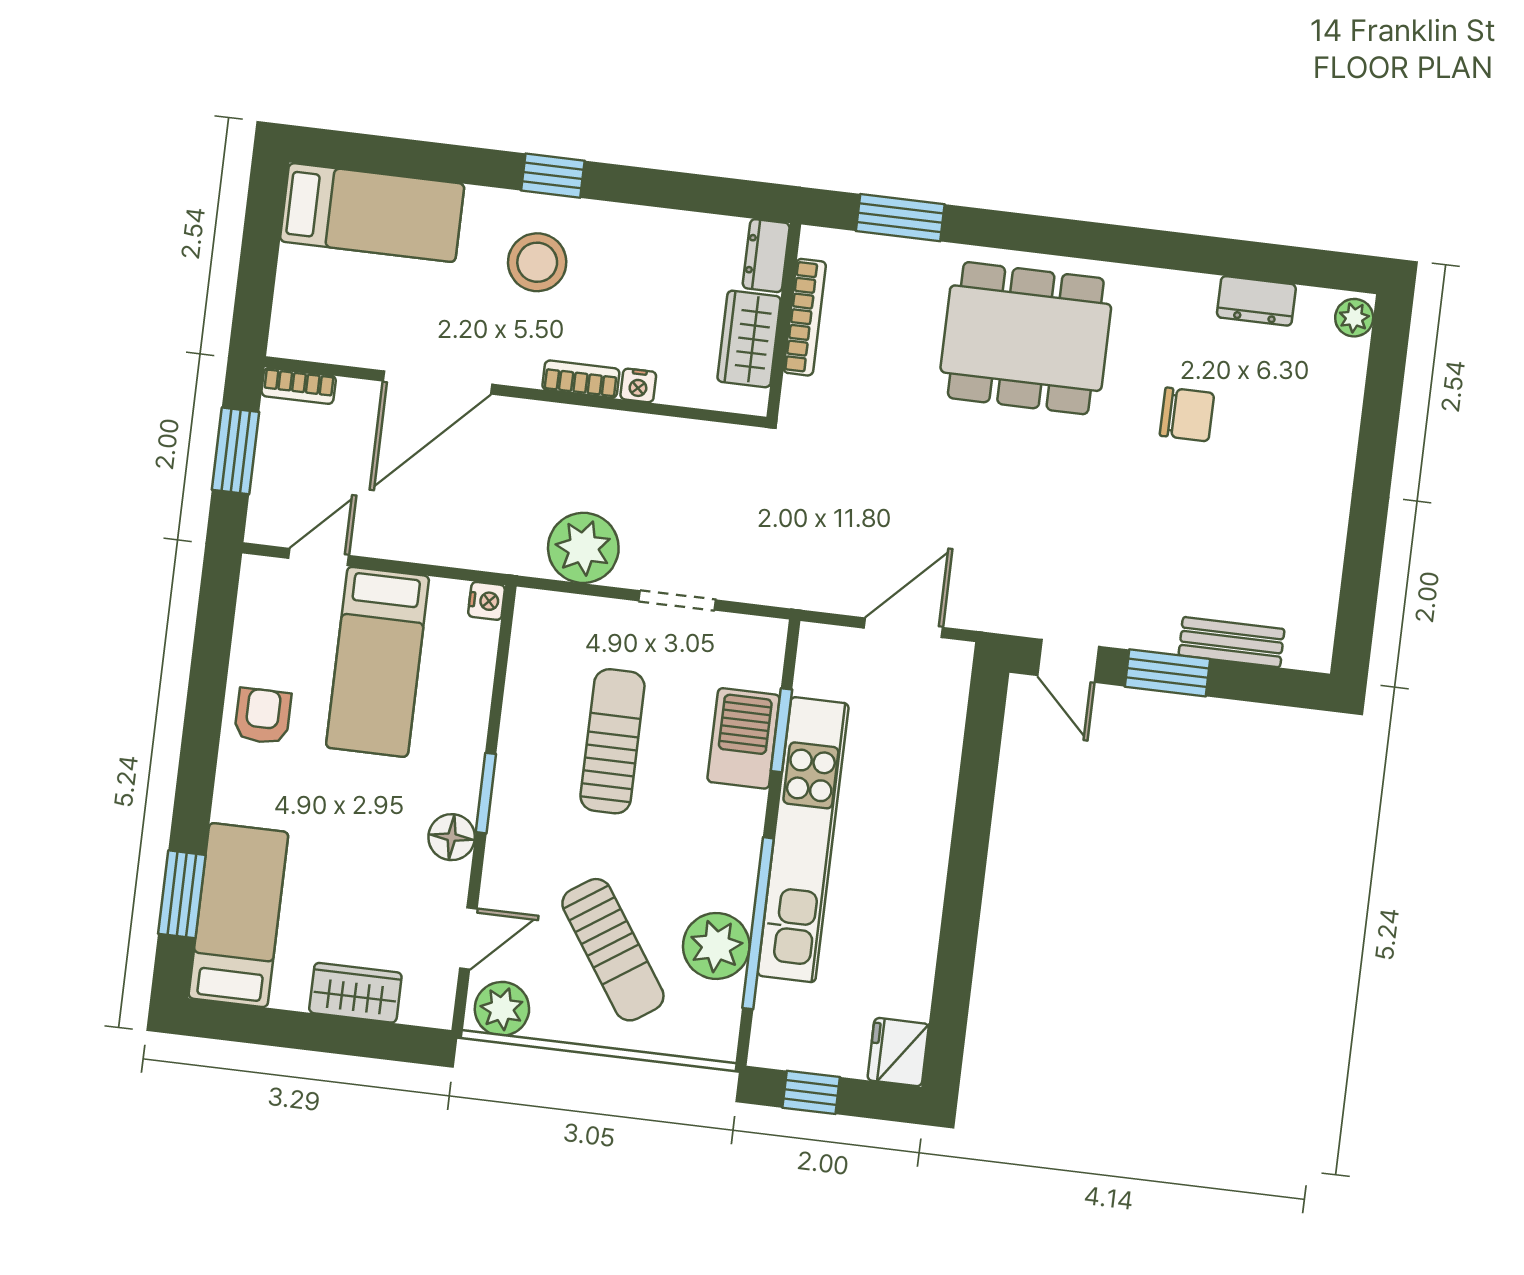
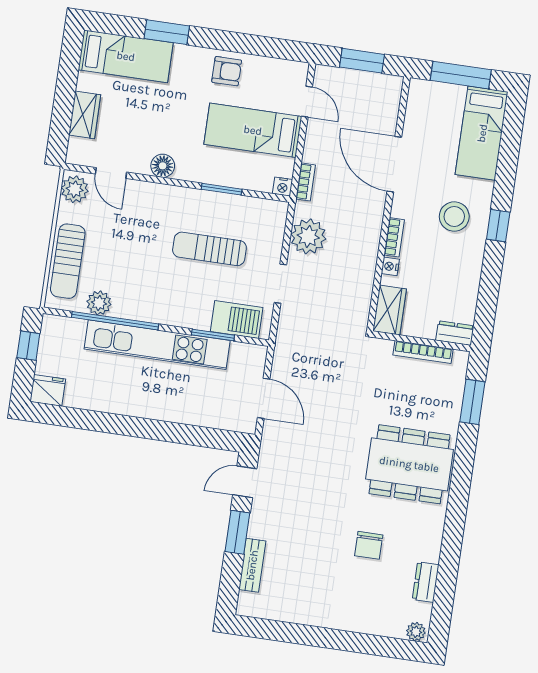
window: (259, 256) -> (461, 75), added
dining table: (1026, 338) -> (409, 464), turned 90
wardrobe: (749, 339) -> (390, 310), moved, turned 90
bookcase: (299, 386) -> (306, 182), moved, turned 180
barbecue: (744, 738) -> (237, 320), moved
sun lounger: (612, 741) -> (209, 249), turned 180
window: (486, 793) -> (222, 189), moved
window: (182, 894) -> (167, 32), moved
plant: (716, 946) -> (99, 303), width x0.73, depth x0.73
sun lounger: (613, 950) -> (68, 261), moved, turned -56

